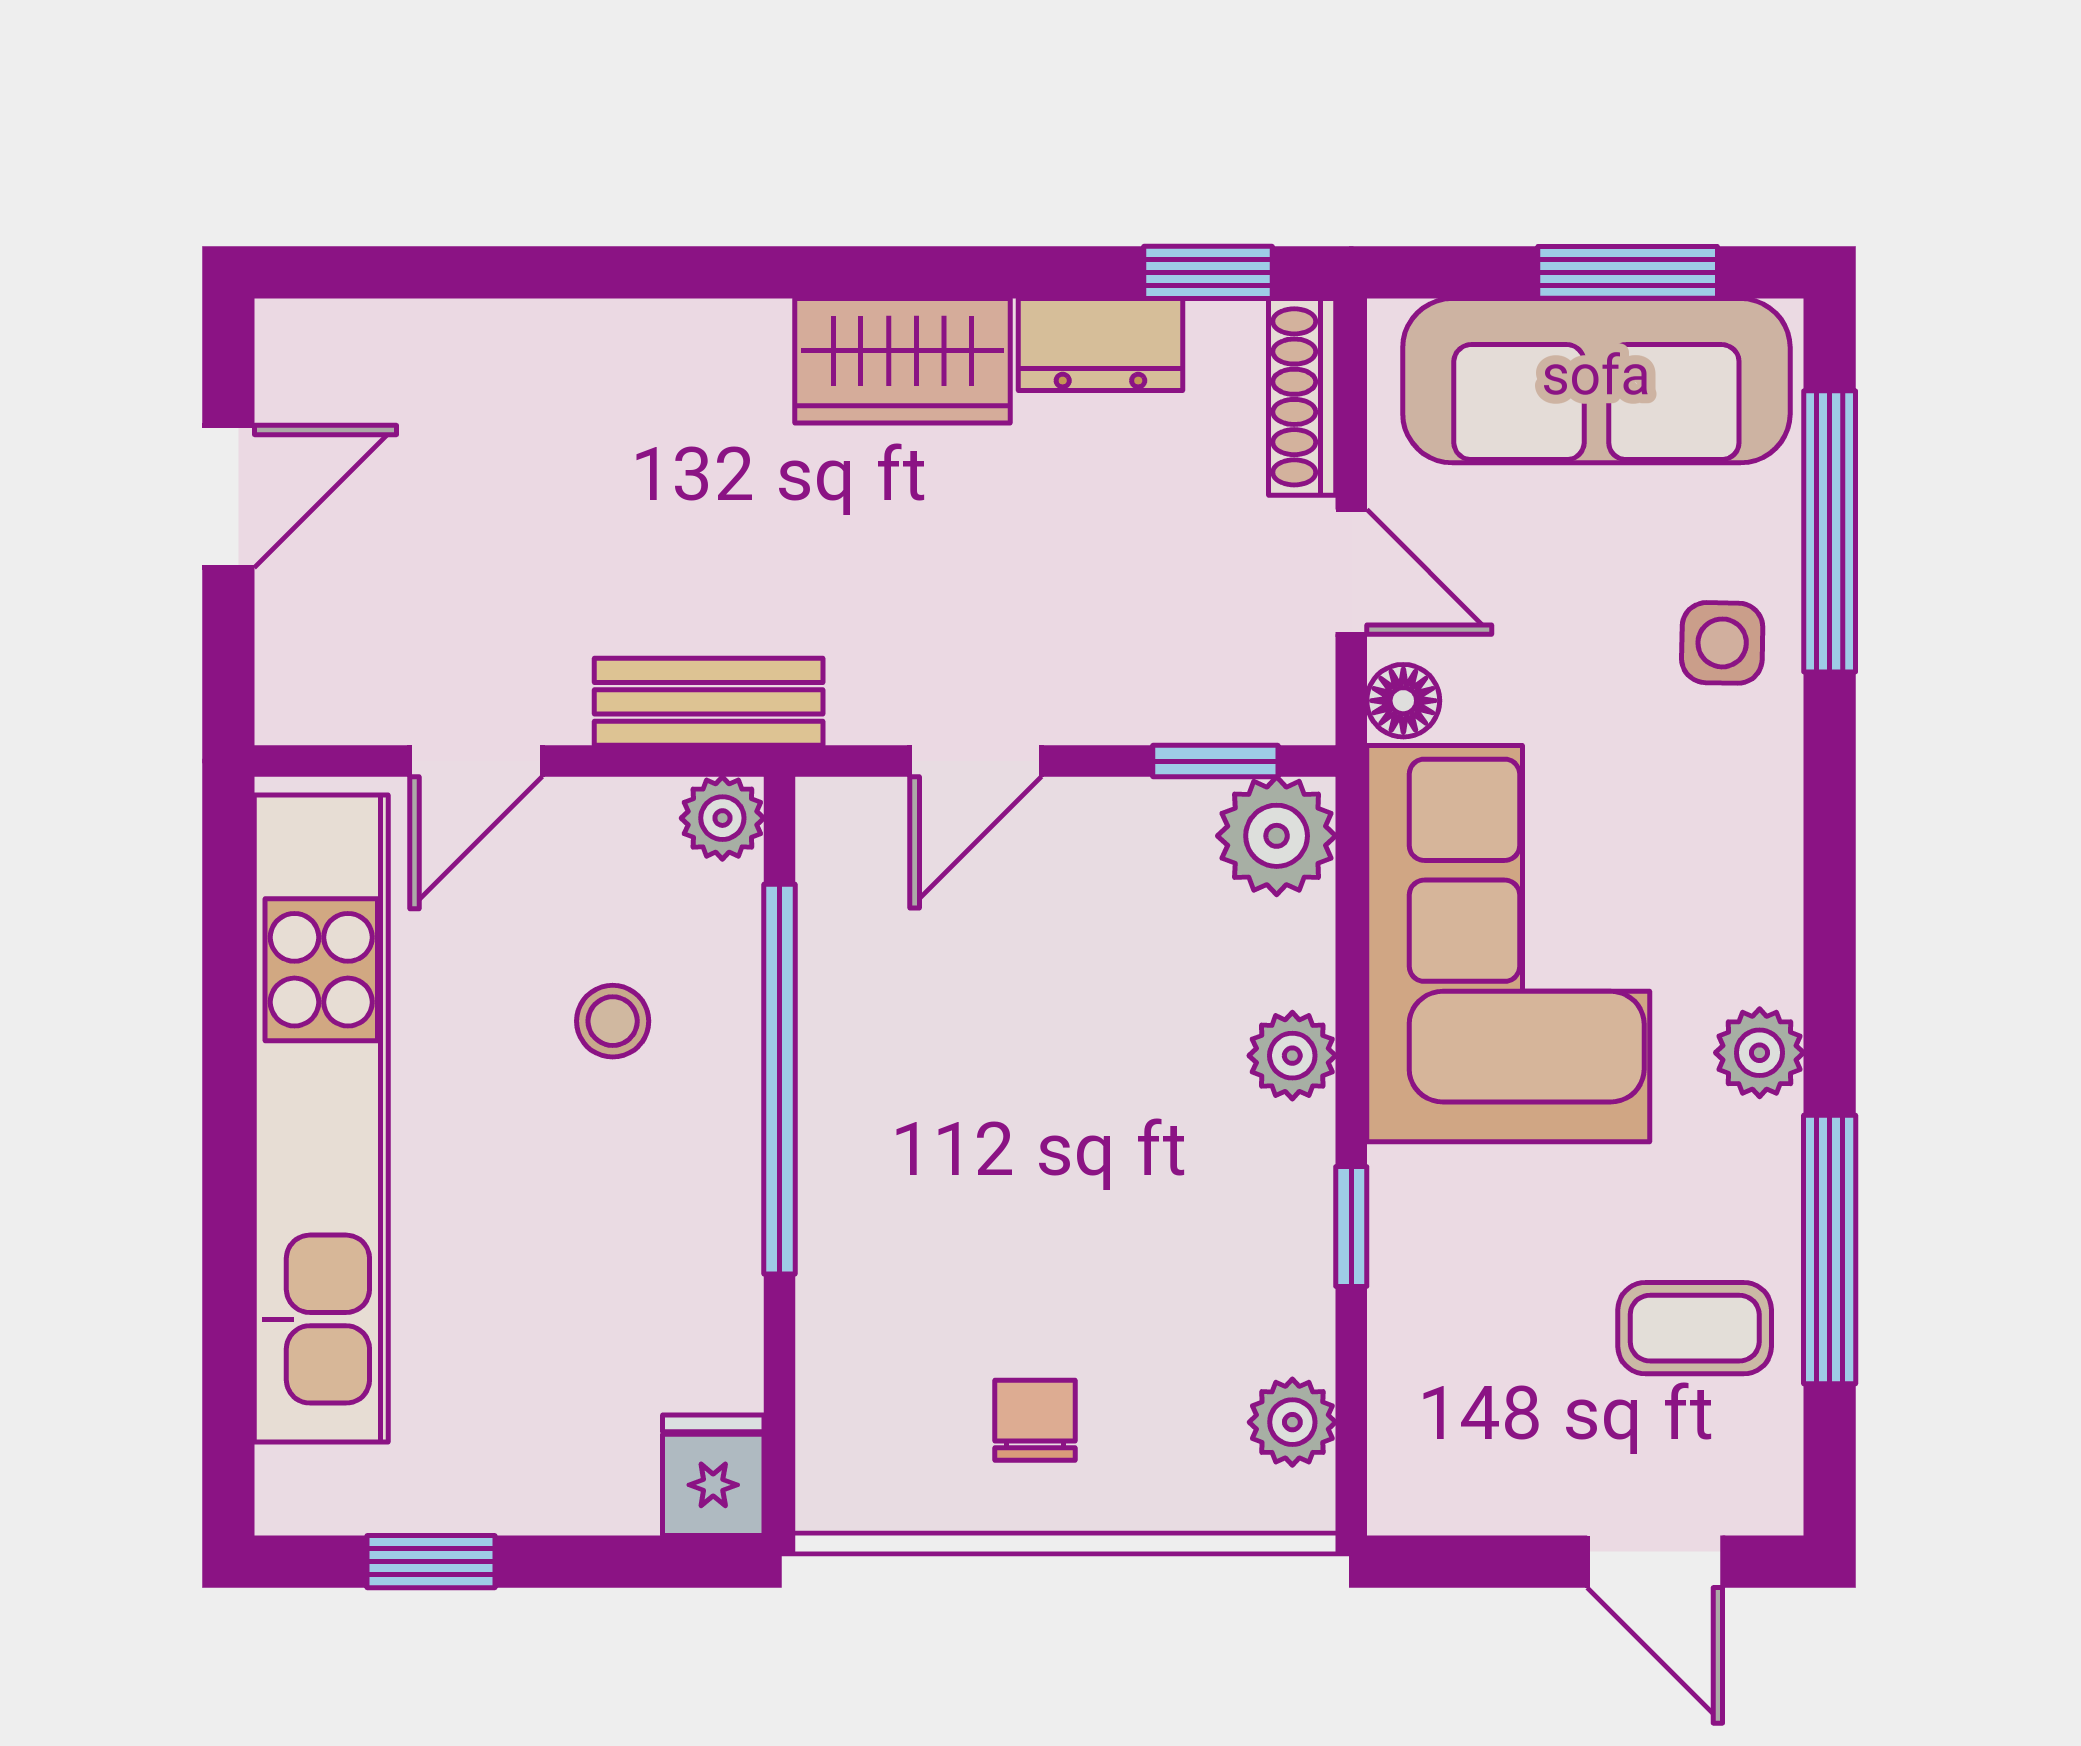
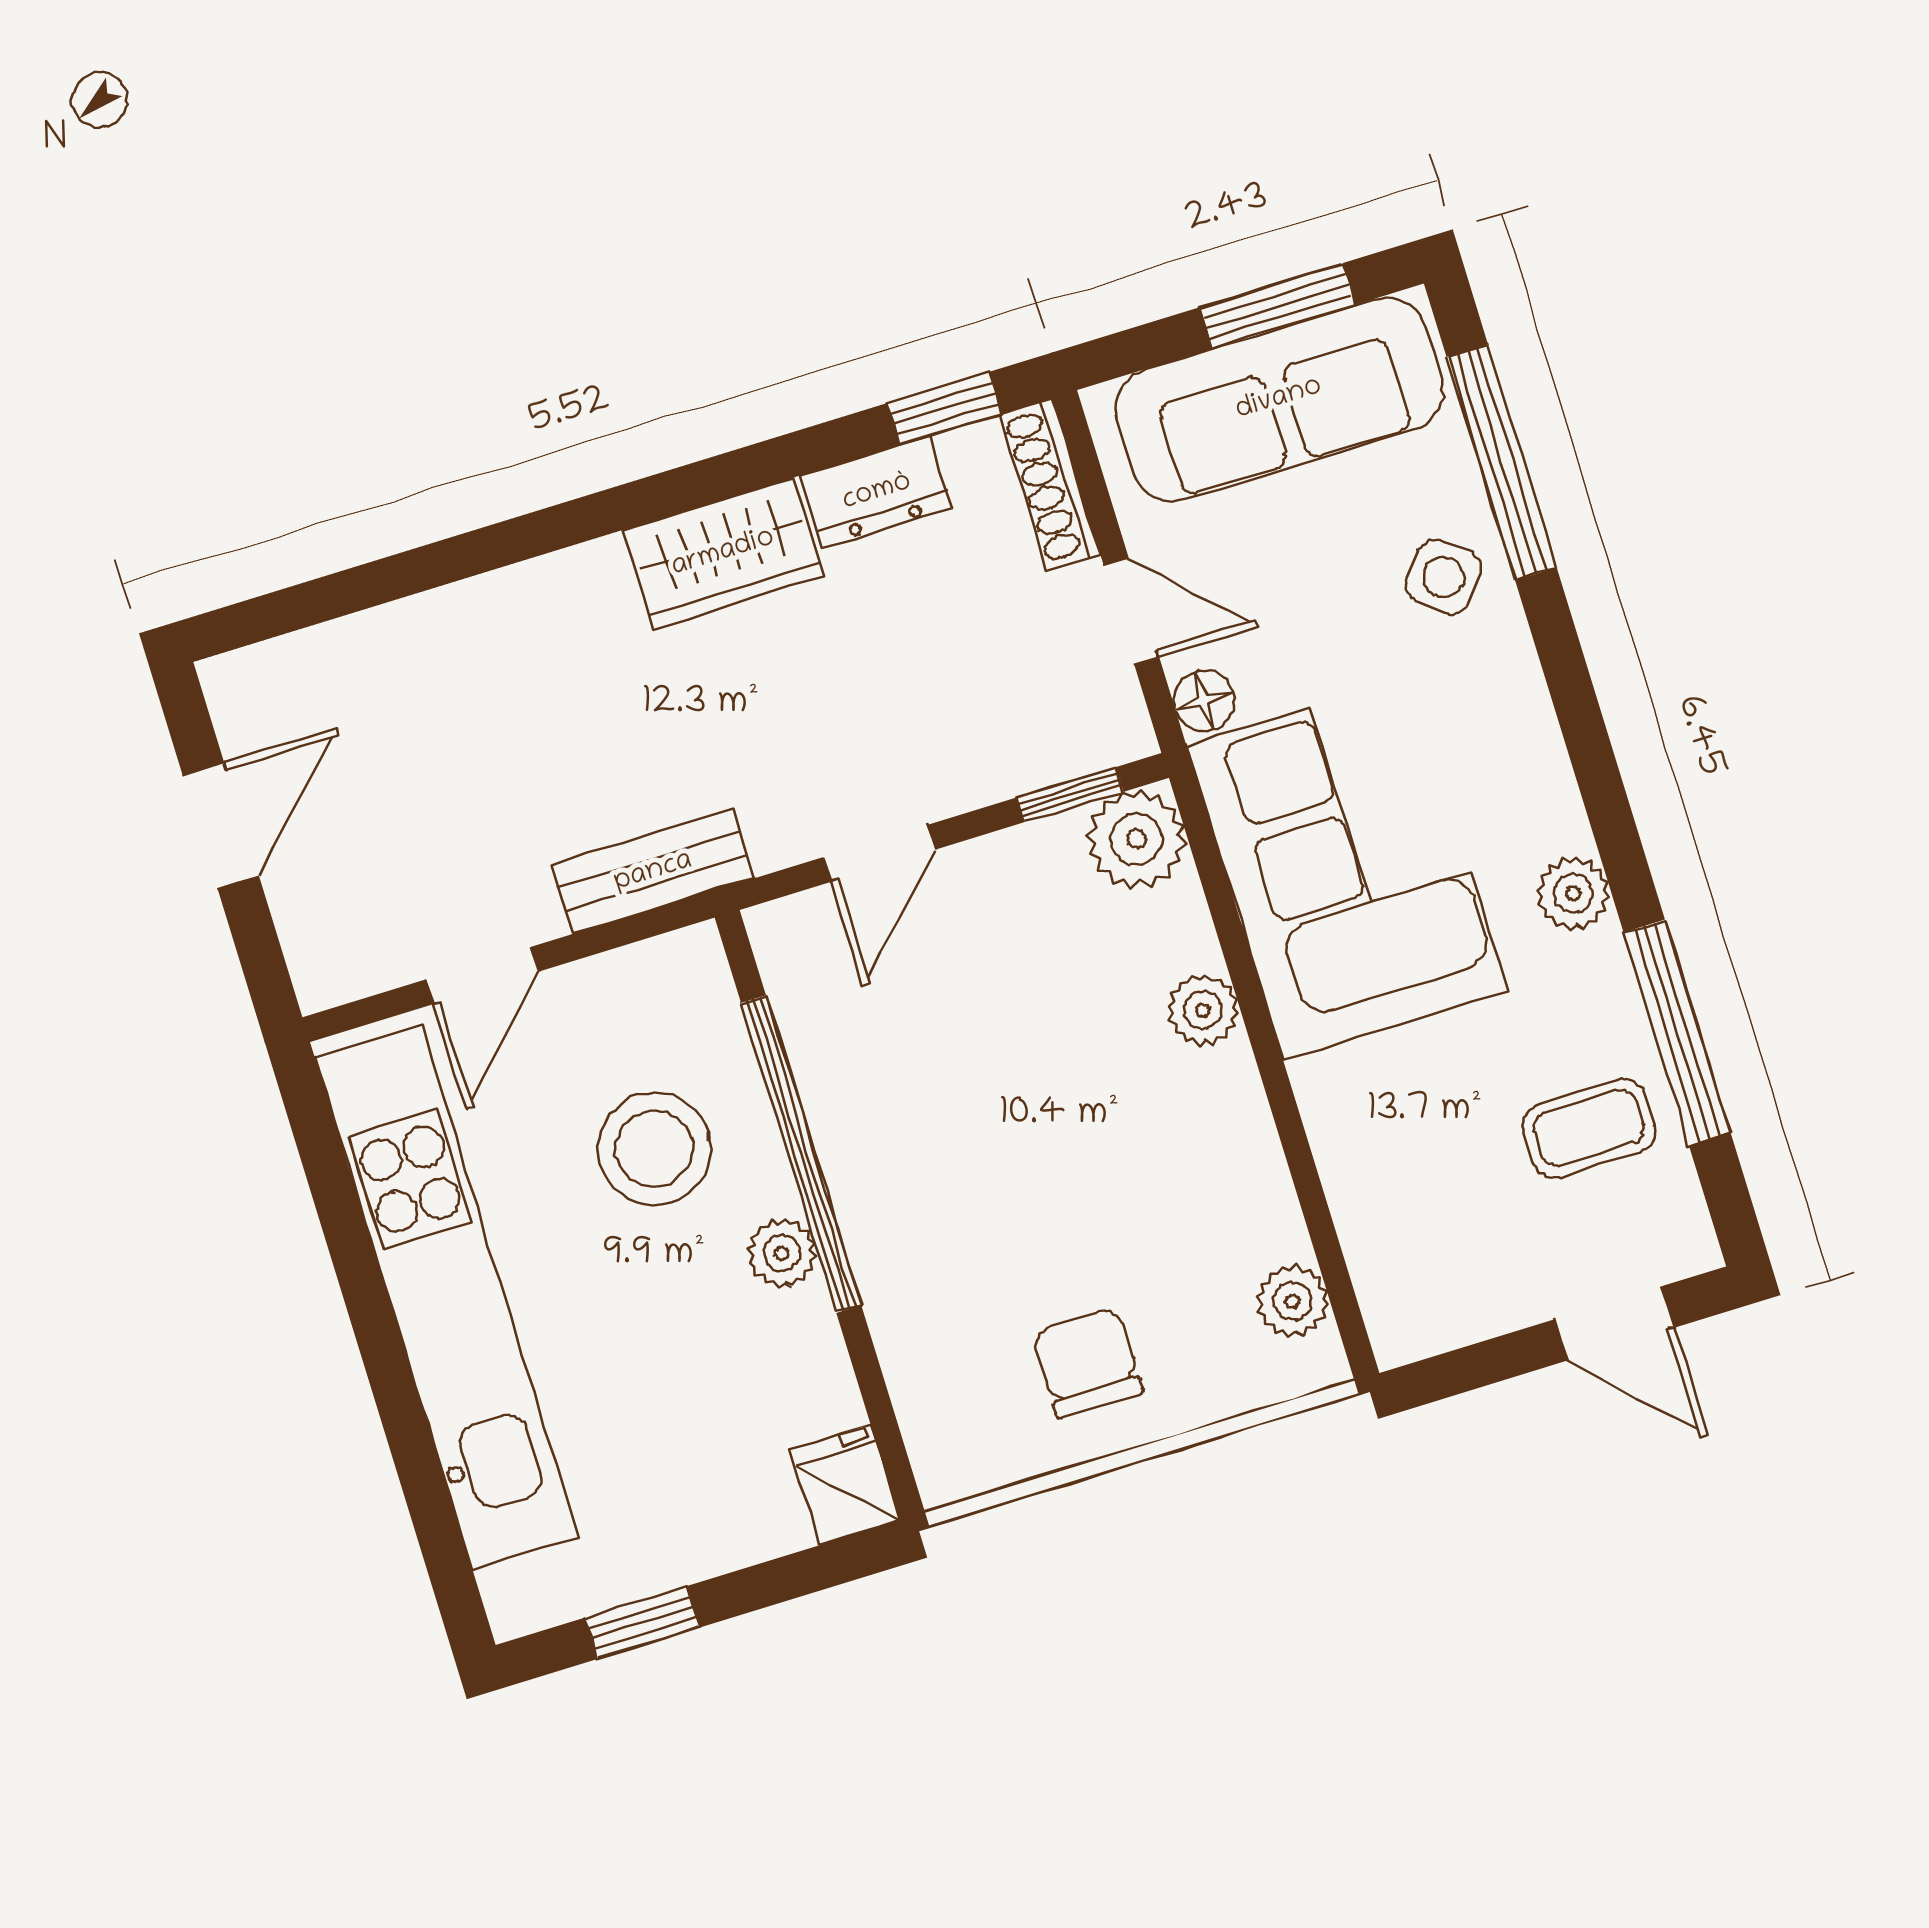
side table: (1722, 643) -> (1443, 577), turned 38
plant: (722, 818) -> (782, 1253), moved
stool: (613, 1021) -> (654, 1149), width x1.89, depth x1.89
window: (1351, 1227) -> (1291, 1131), removed
chair: (1035, 1420) -> (1087, 1363), width x1.37, depth x1.37

